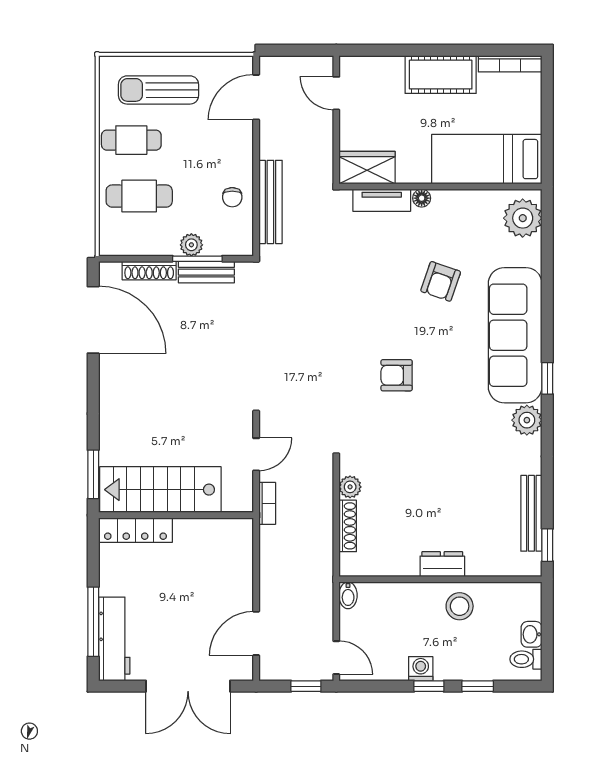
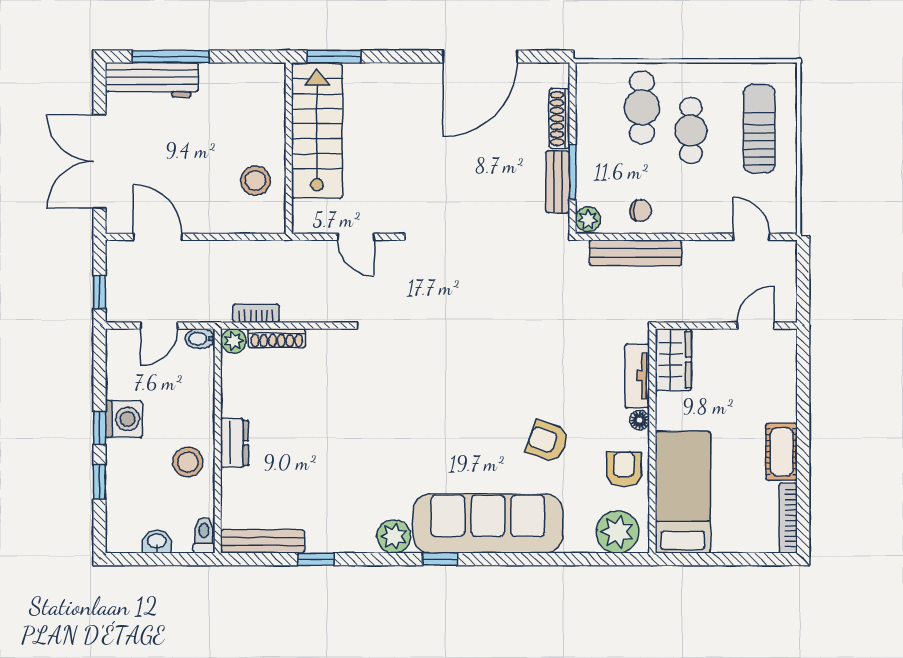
cot: (441, 75) -> (782, 452), width x0.73, depth x0.75
door: (256, 97) -> (751, 237), width x0.73
cafe table: (131, 140) -> (691, 130), moved
chair: (232, 197) -> (641, 210), turned 180
plant: (191, 245) -> (588, 219), moved
door: (93, 320) -> (480, 57), moved
armchair: (397, 375) -> (624, 469), moved
plant: (350, 487) -> (234, 341), moved
bookcase: (267, 503) -> (256, 313), moved, turned 180
bench: (531, 513) -> (263, 541), moved
locker: (135, 530) -> (272, 103), removed
stool: (205, 545) -> (255, 181), added
window: (547, 545) -> (316, 559), moved
door: (336, 658) -> (159, 326), moved
toilet: (526, 659) -> (204, 535), moved
washing machine: (421, 669) -> (124, 419), width x1.38, depth x1.38

